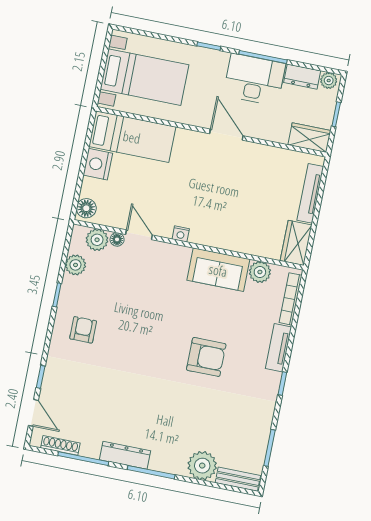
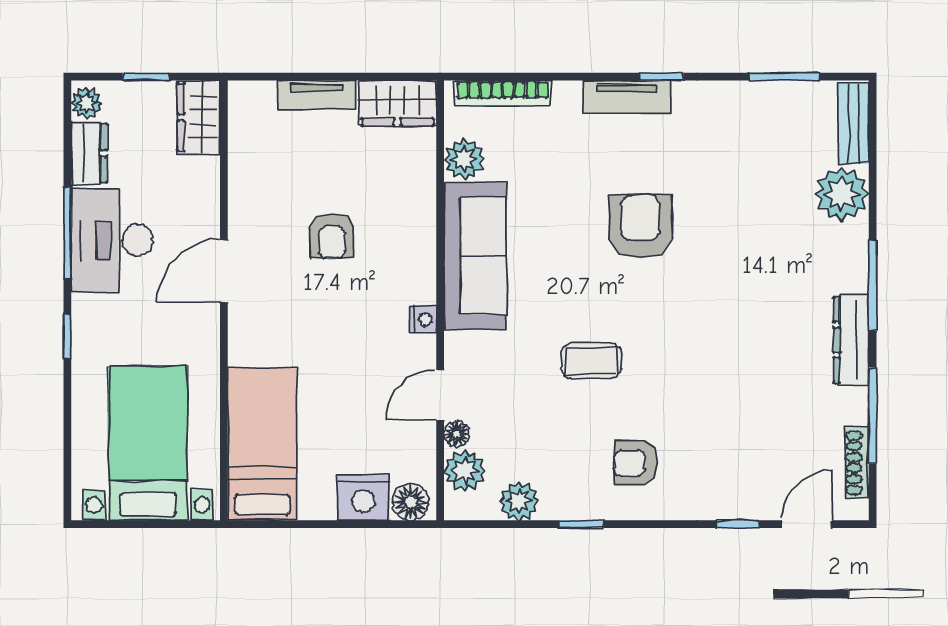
nightstand: (98, 164) -> (363, 497), moved
tv unit: (310, 193) -> (317, 95), width x0.71
armchair: (233, 195) -> (332, 236), added
sofa: (218, 270) -> (475, 256), width x1.36
coffee table: (141, 317) -> (591, 361), added
tv unit: (278, 348) -> (627, 97), moved

